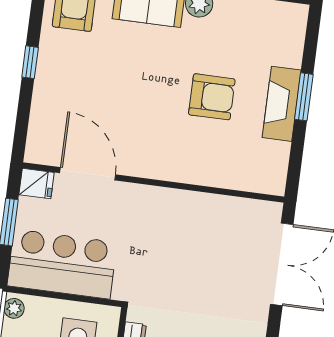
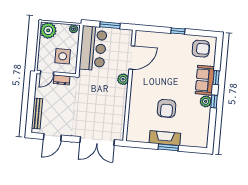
fridge: (36, 184) -> (127, 36), removed
plant: (138, 197) -> (123, 79), added

